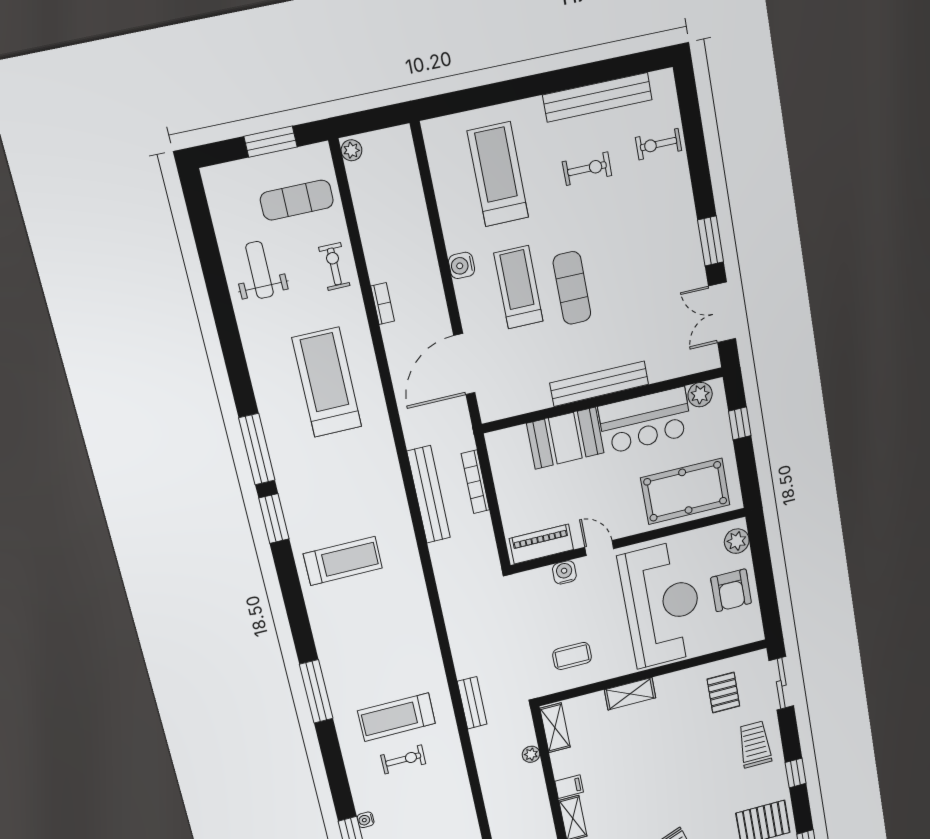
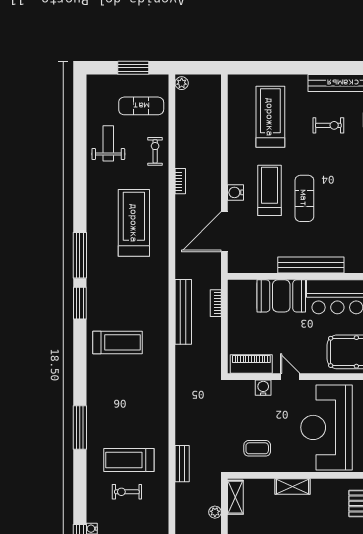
water cooler: (462, 265) -> (236, 192), moved
bookcase: (475, 482) -> (216, 303), width x0.64
reception desk: (662, 604) -> (326, 427), turned 180
exercise bike: (403, 759) -> (127, 492), turned 180

